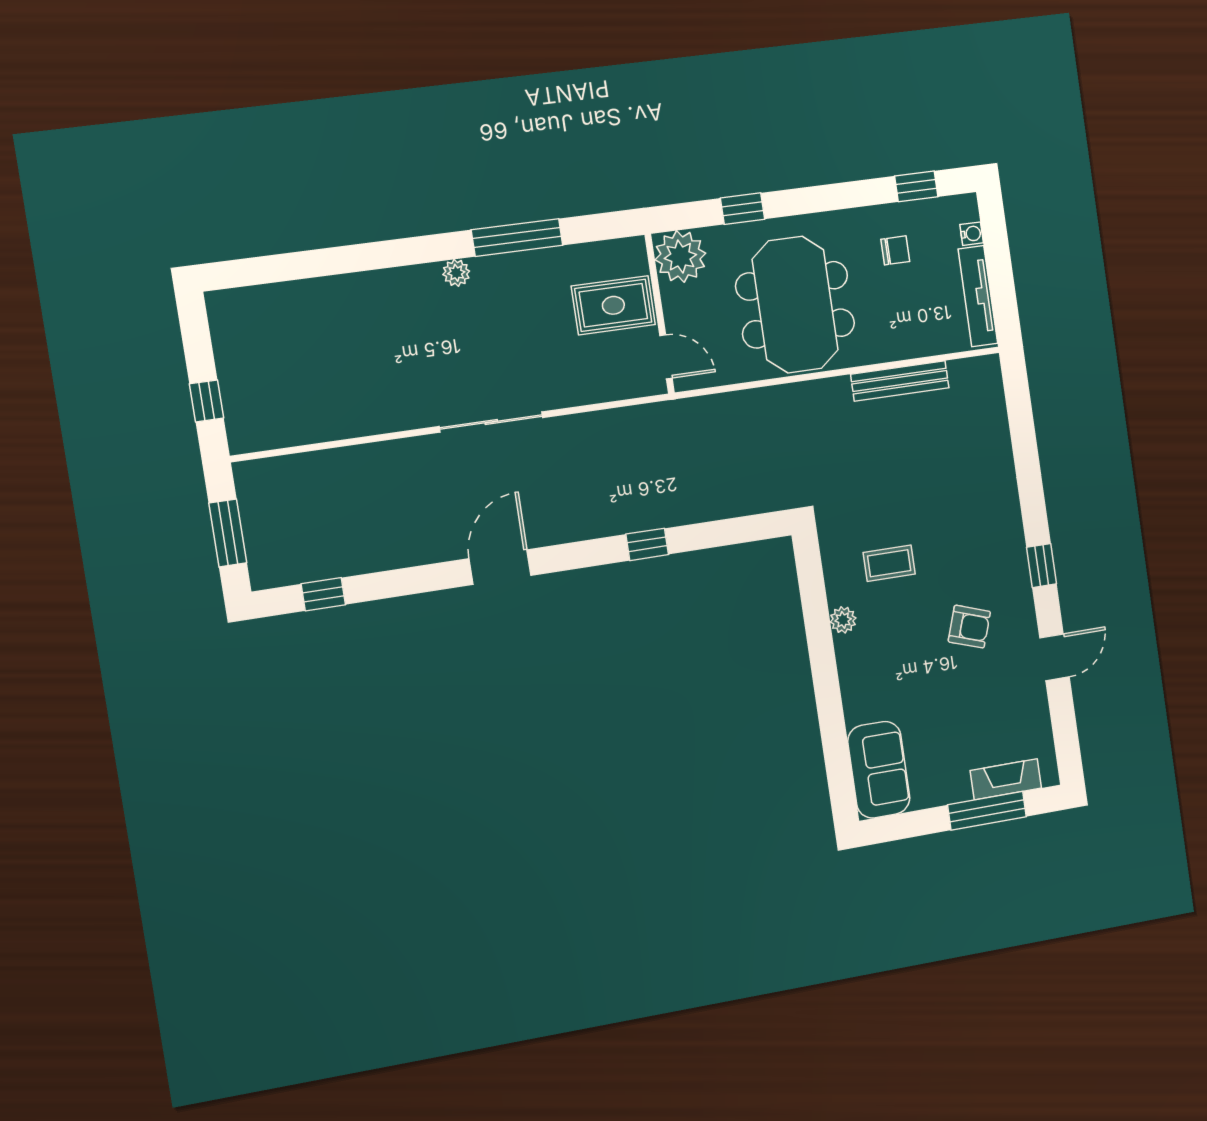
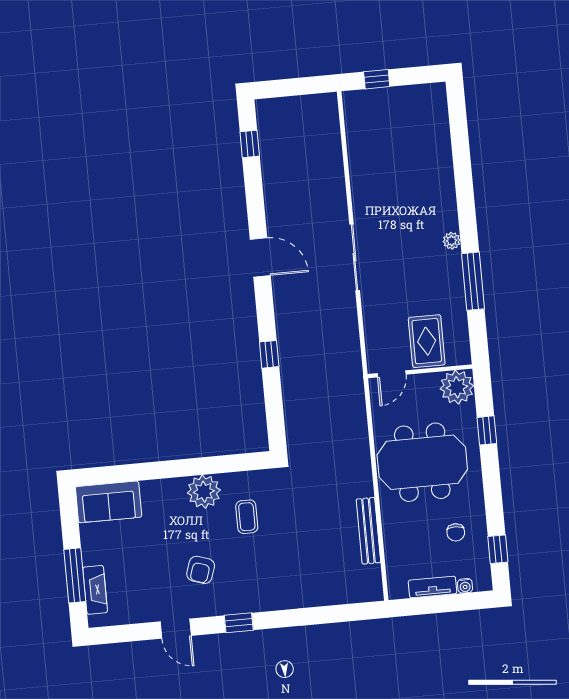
tv unit: (978, 296) -> (433, 587), width x0.71
window: (228, 533) -> (292, 87), removed
plant: (843, 620) -> (204, 492), width x1.87, depth x1.87

